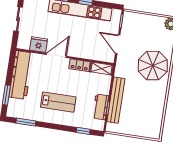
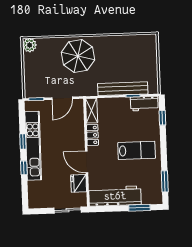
sliding door: (18, 19) -> (67, 210), moved
lab bench: (58, 102) -> (137, 150), turned 90
workbench: (101, 107) -> (144, 104), moved

